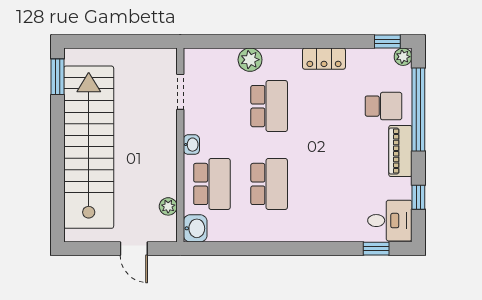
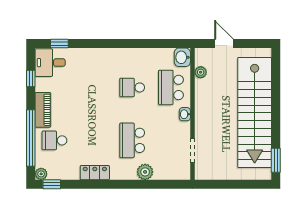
school desk: (269, 184) -> (132, 87), width x0.54

